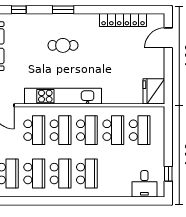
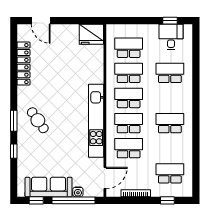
window: (19, 10) -> (14, 151), moved
cafe table: (63, 45) -> (38, 120), moved, turned -35
school desk: (34, 174) -> (170, 148), removed
school desk: (87, 174) -> (170, 73), moved
desk: (144, 184) -> (171, 37), moved, turned -90

